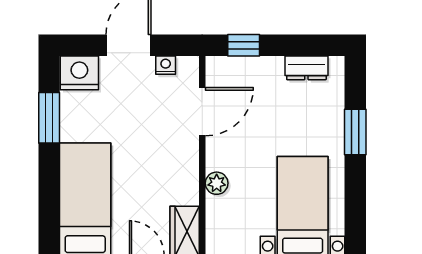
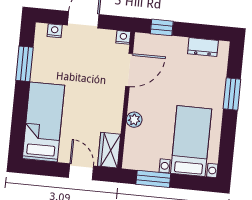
nightstand: (166, 65) -> (123, 37), moved
nightstand: (79, 73) -> (55, 31), width x0.53, depth x0.56

